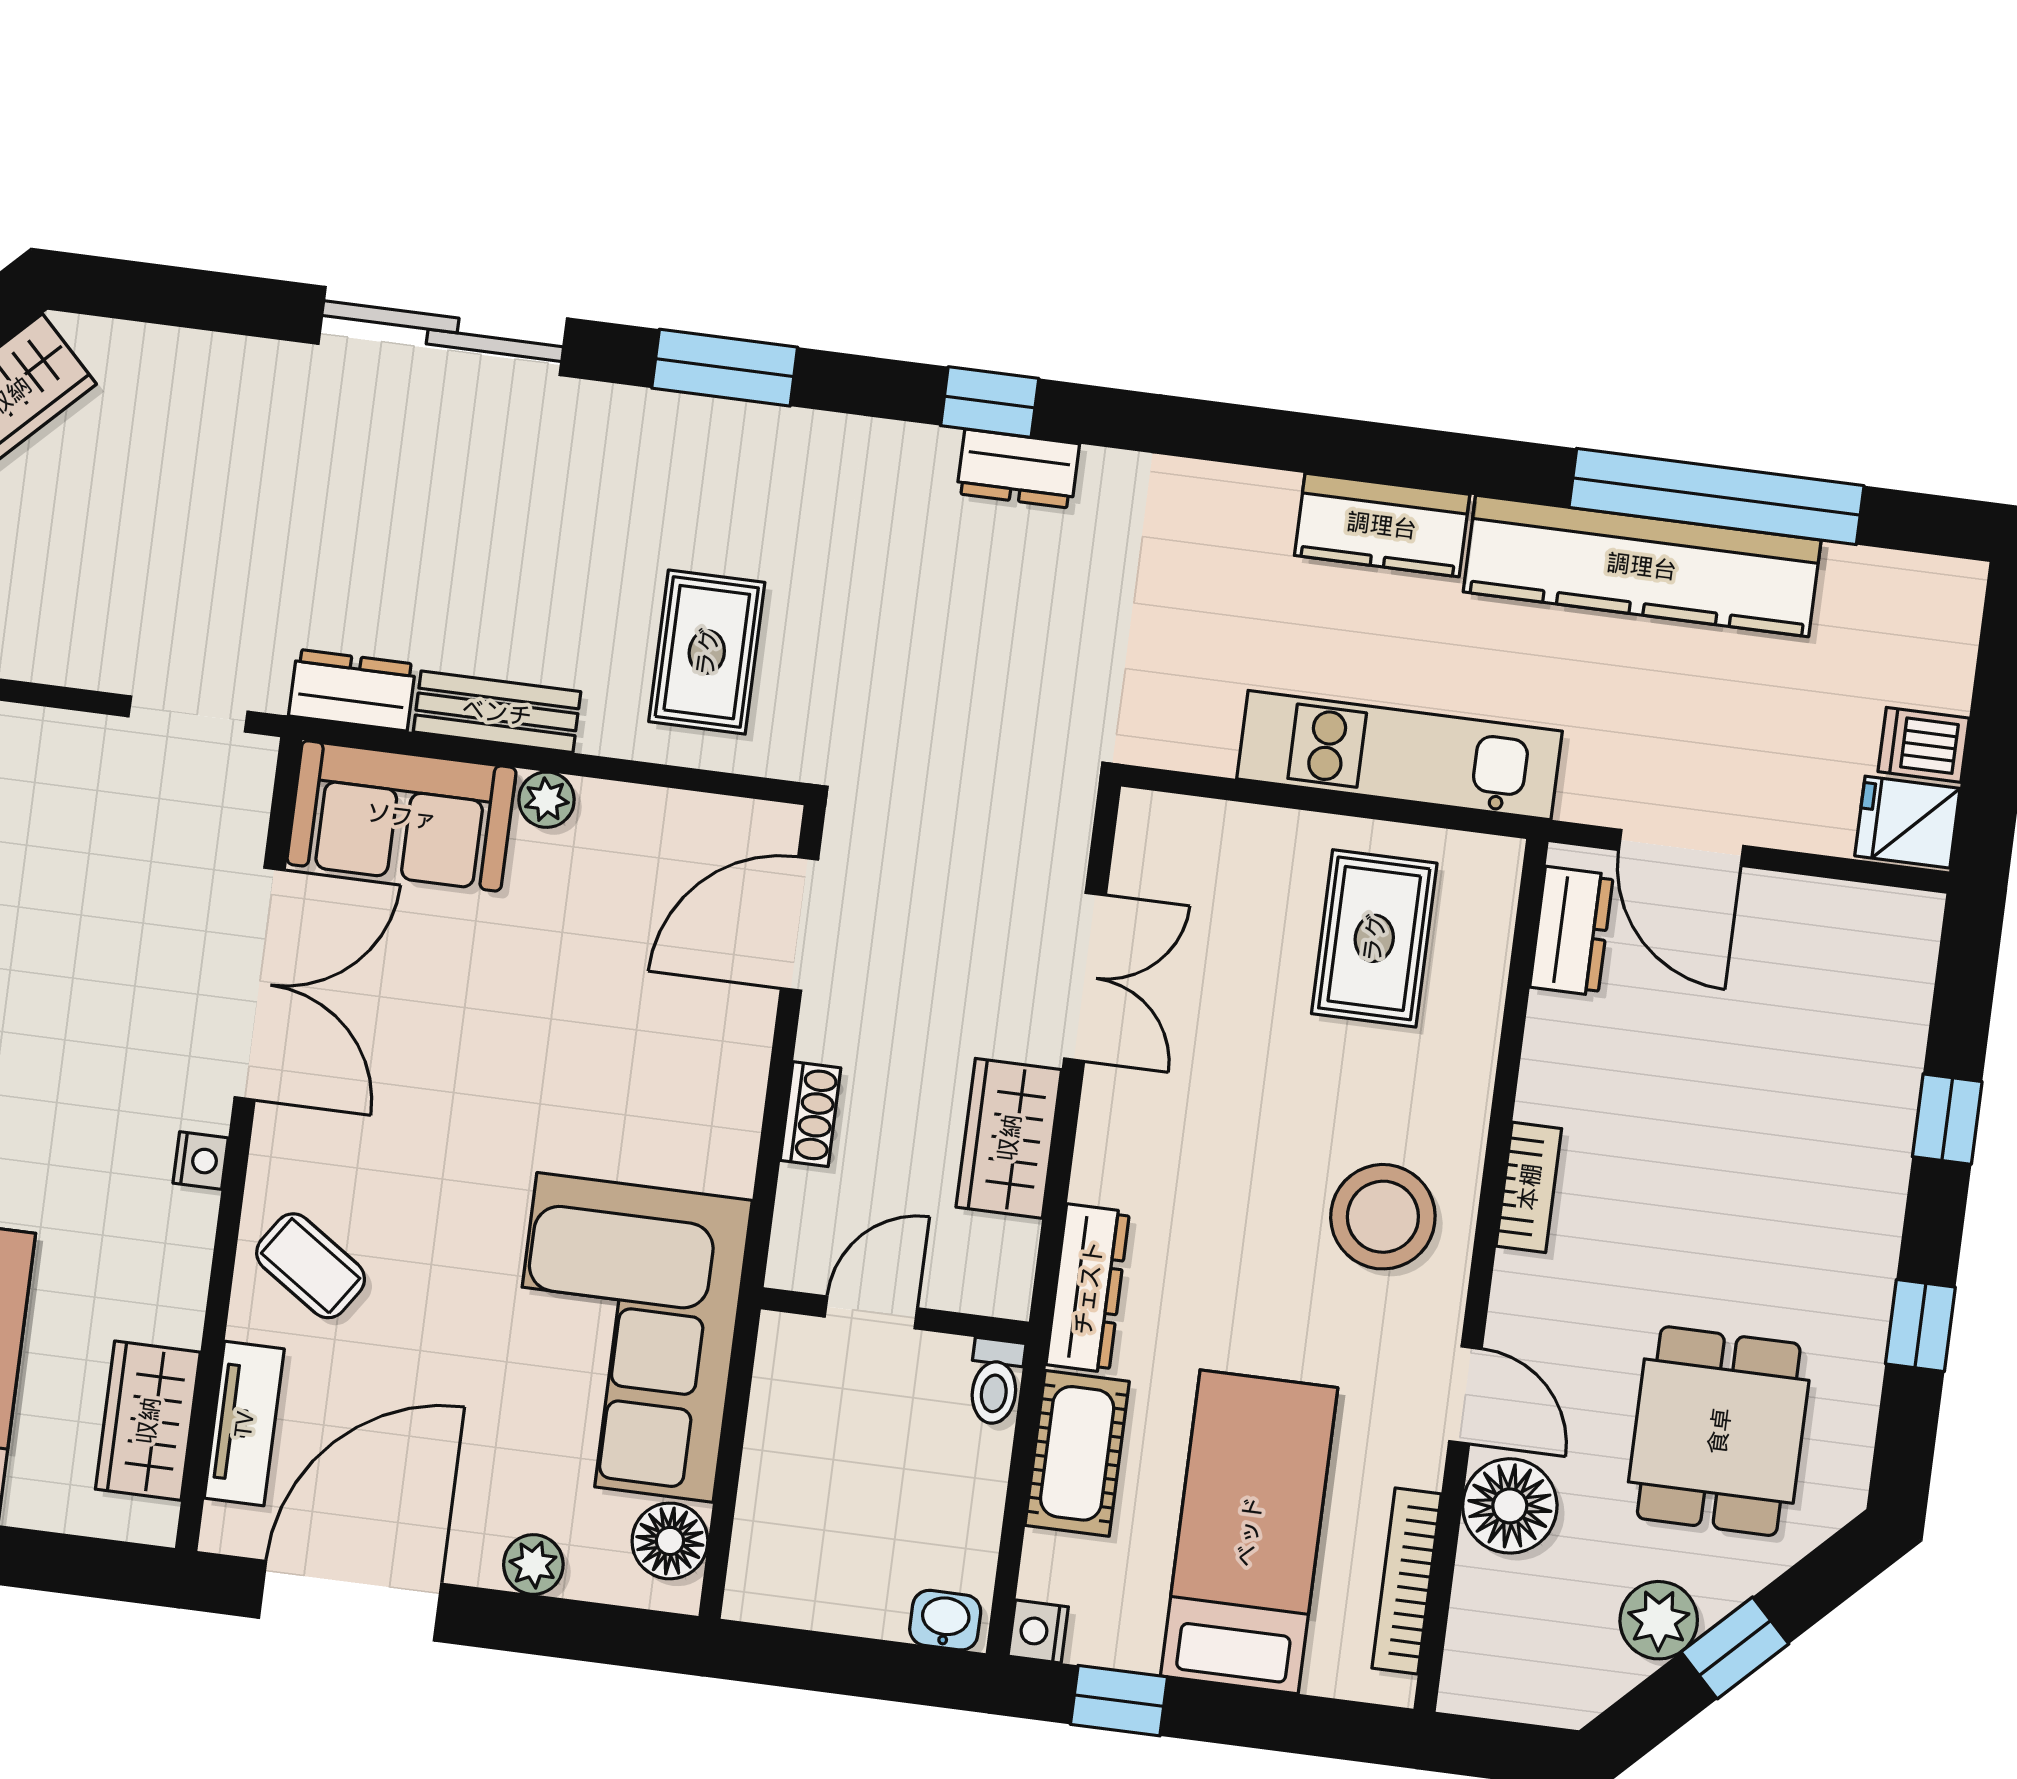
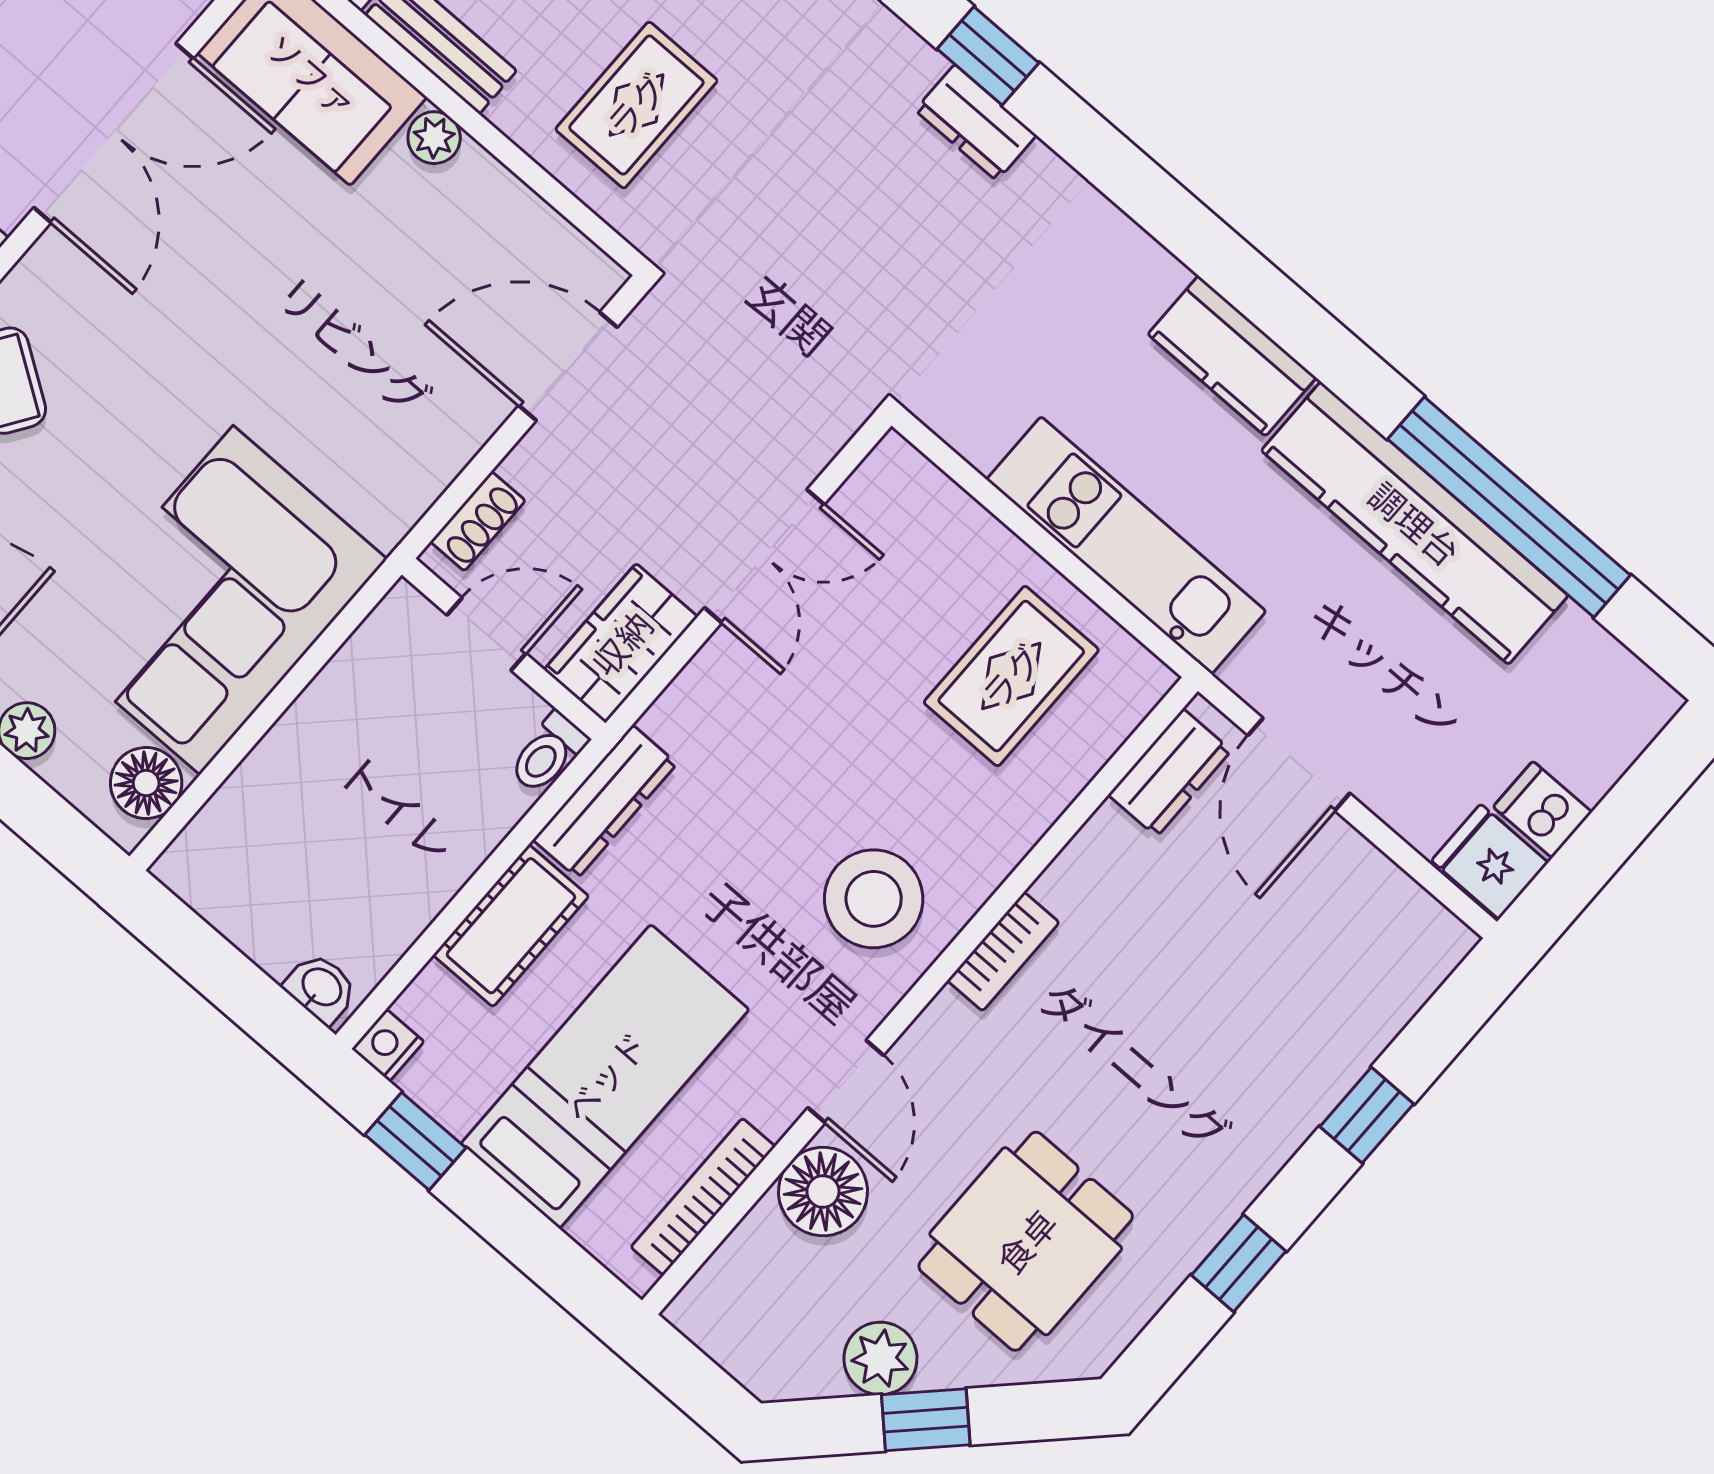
door: (871, 1312) -> (487, 634), moved
wall: (895, 1315) -> (504, 649), moved
toilet: (995, 1382) -> (548, 753), moved

